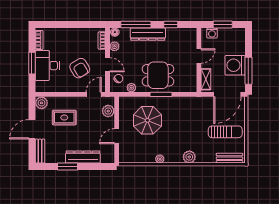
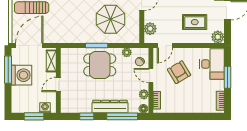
desk: (47, 66) -> (212, 64), moved

